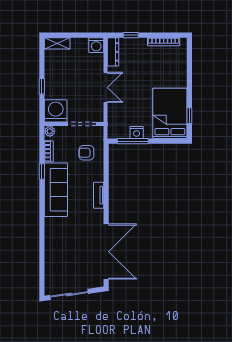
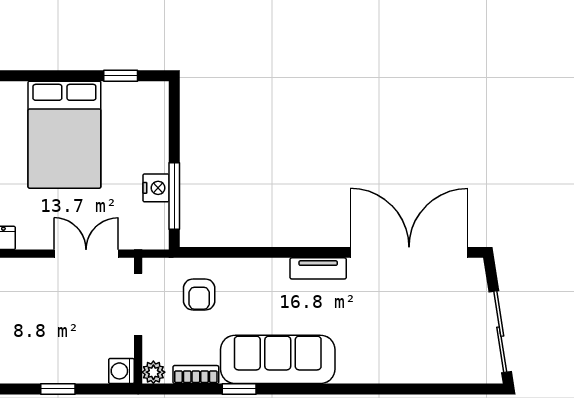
double door: (106, 87) -> (86, 254), moved
washing machine: (56, 111) -> (121, 371), width x0.53, depth x0.53
bed: (170, 113) -> (64, 135), moved, turned -90
tv unit: (99, 195) -> (318, 268), moved

